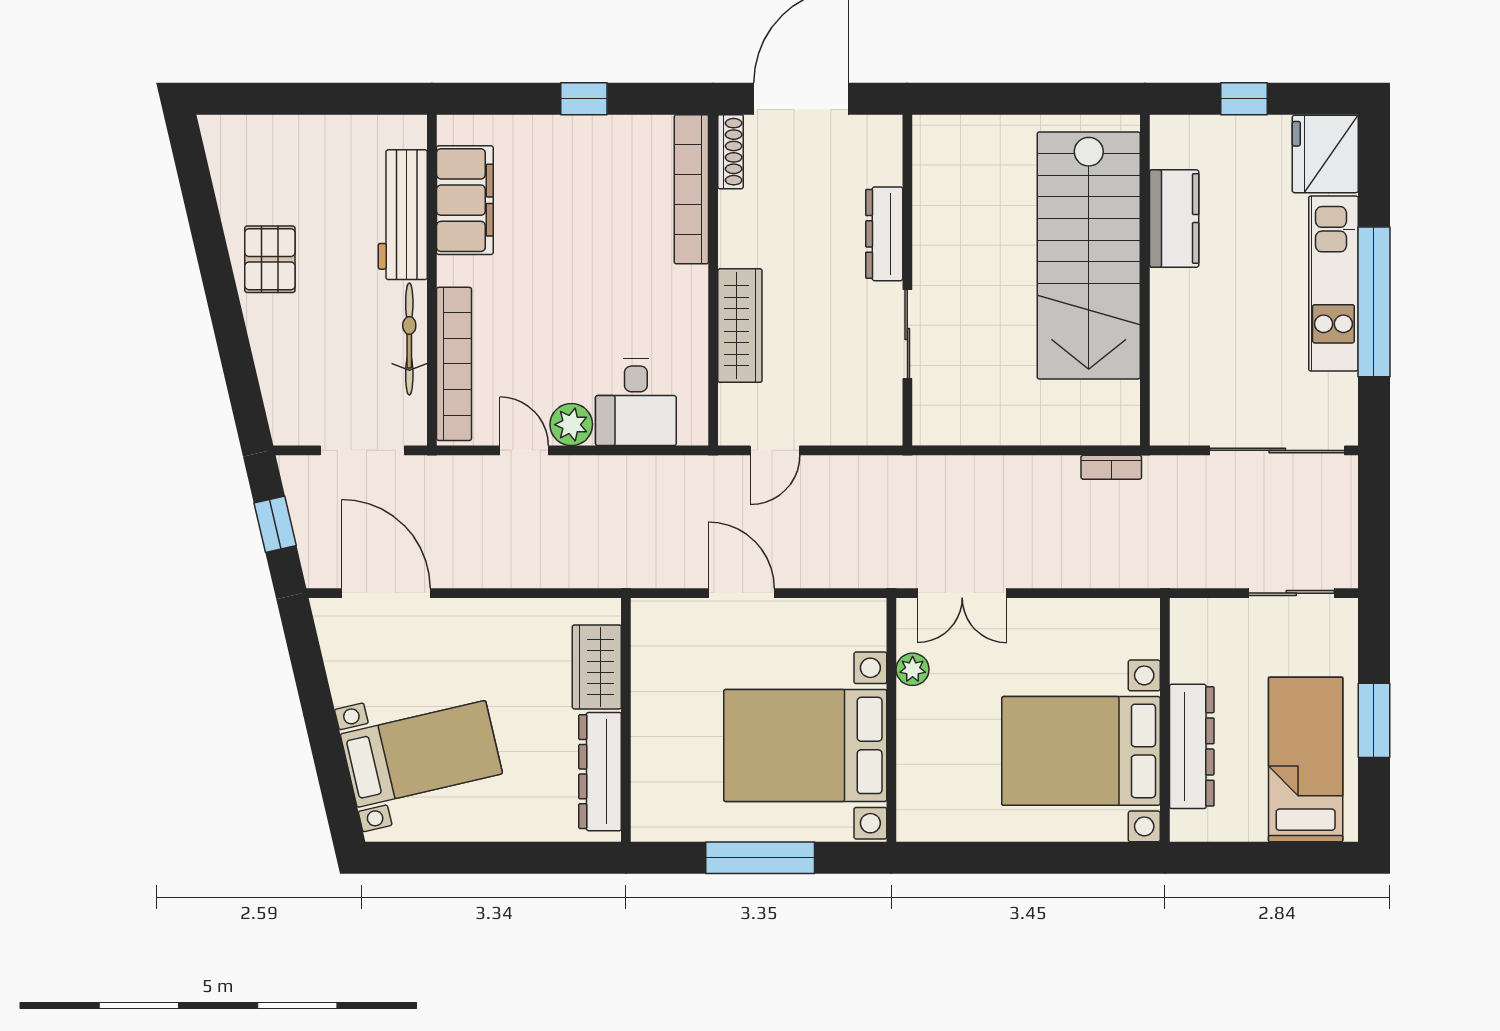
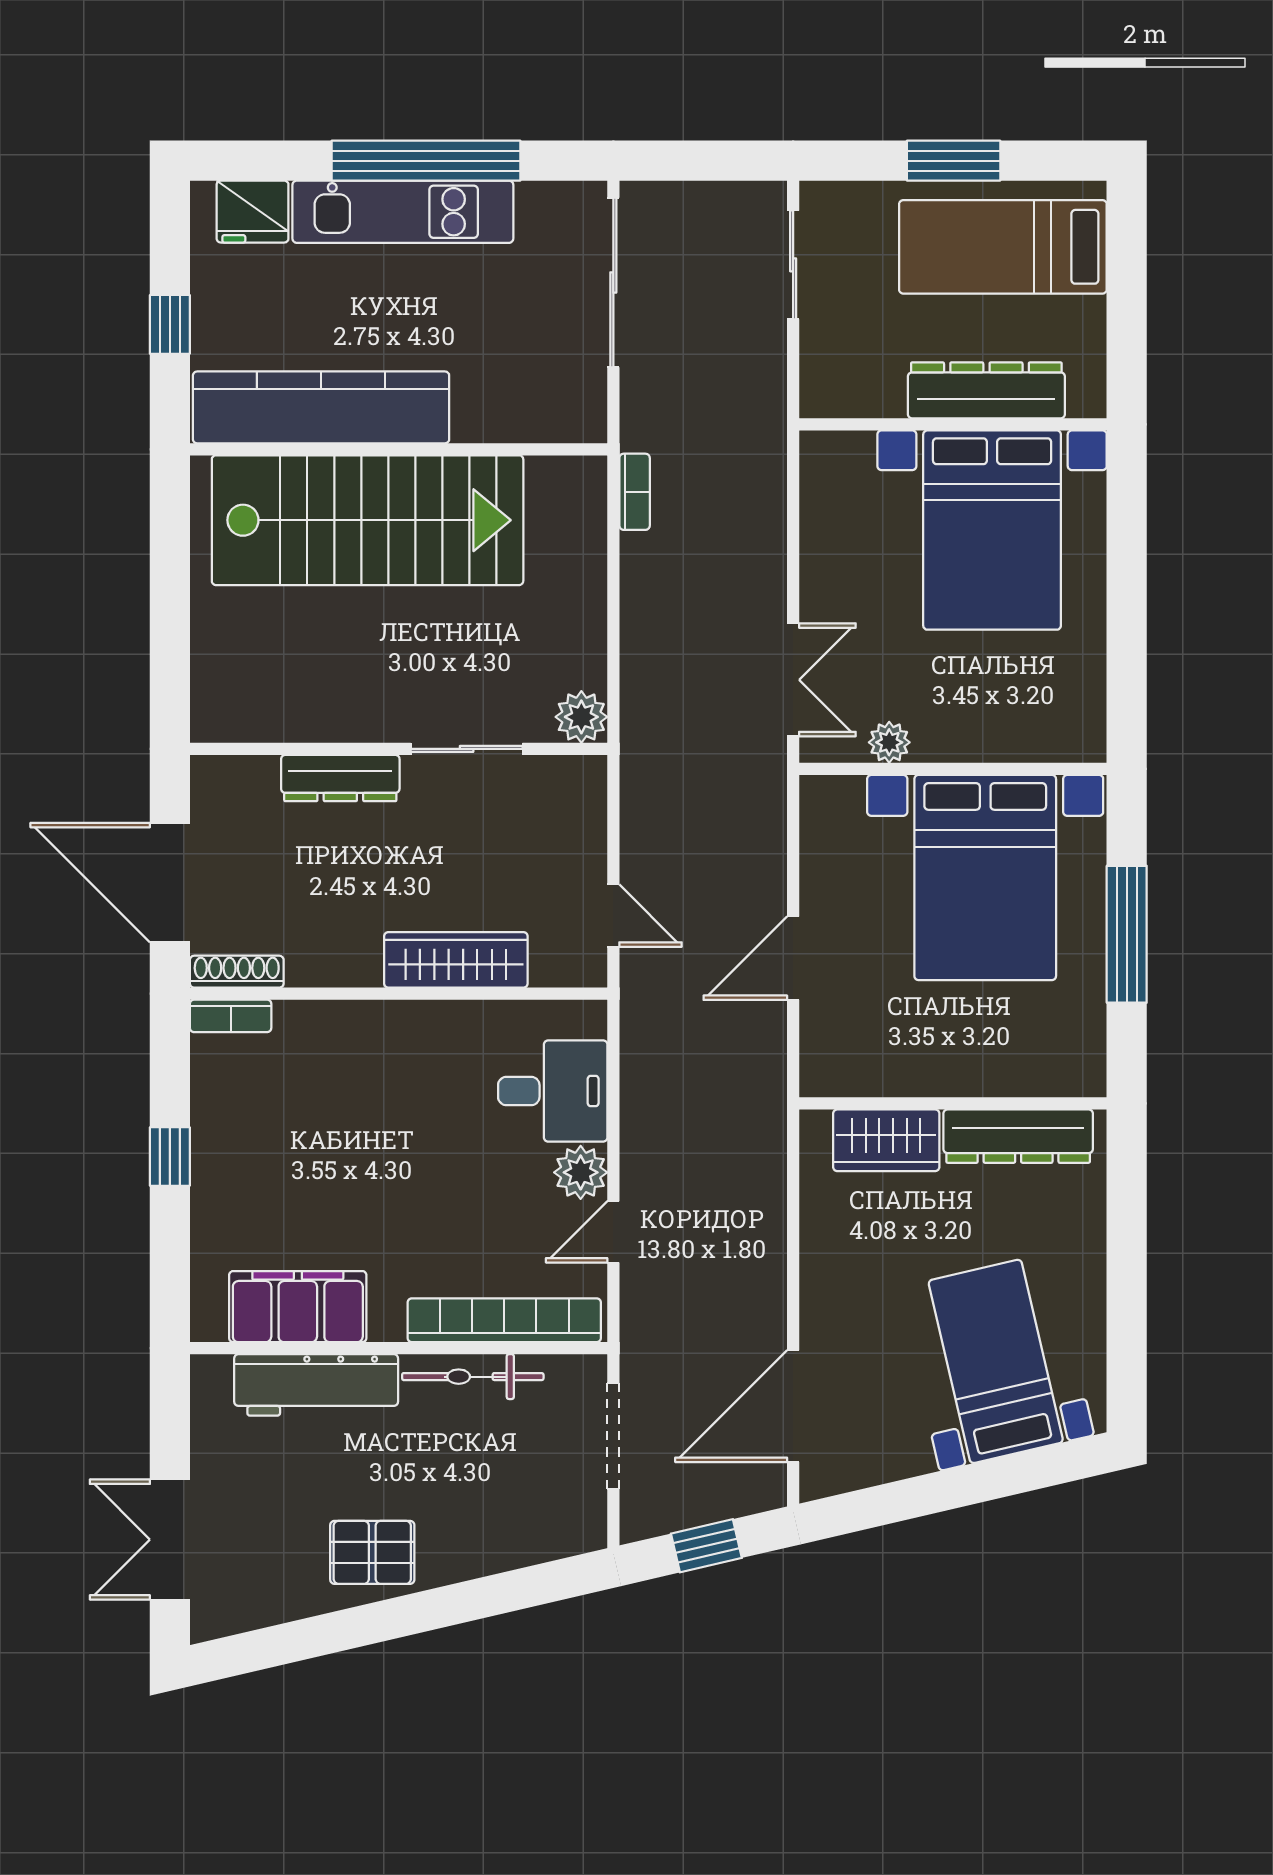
double door: (280, 99) -> (170, 1540), added
fridge: (1325, 154) -> (253, 212), width x0.73, depth x0.75
bookcase: (691, 189) -> (231, 1016), width x0.43, depth x0.76
kitchen counter: (1174, 219) -> (321, 407), width x2.08, depth x1.17
plant: (933, 425) -> (581, 717), added

